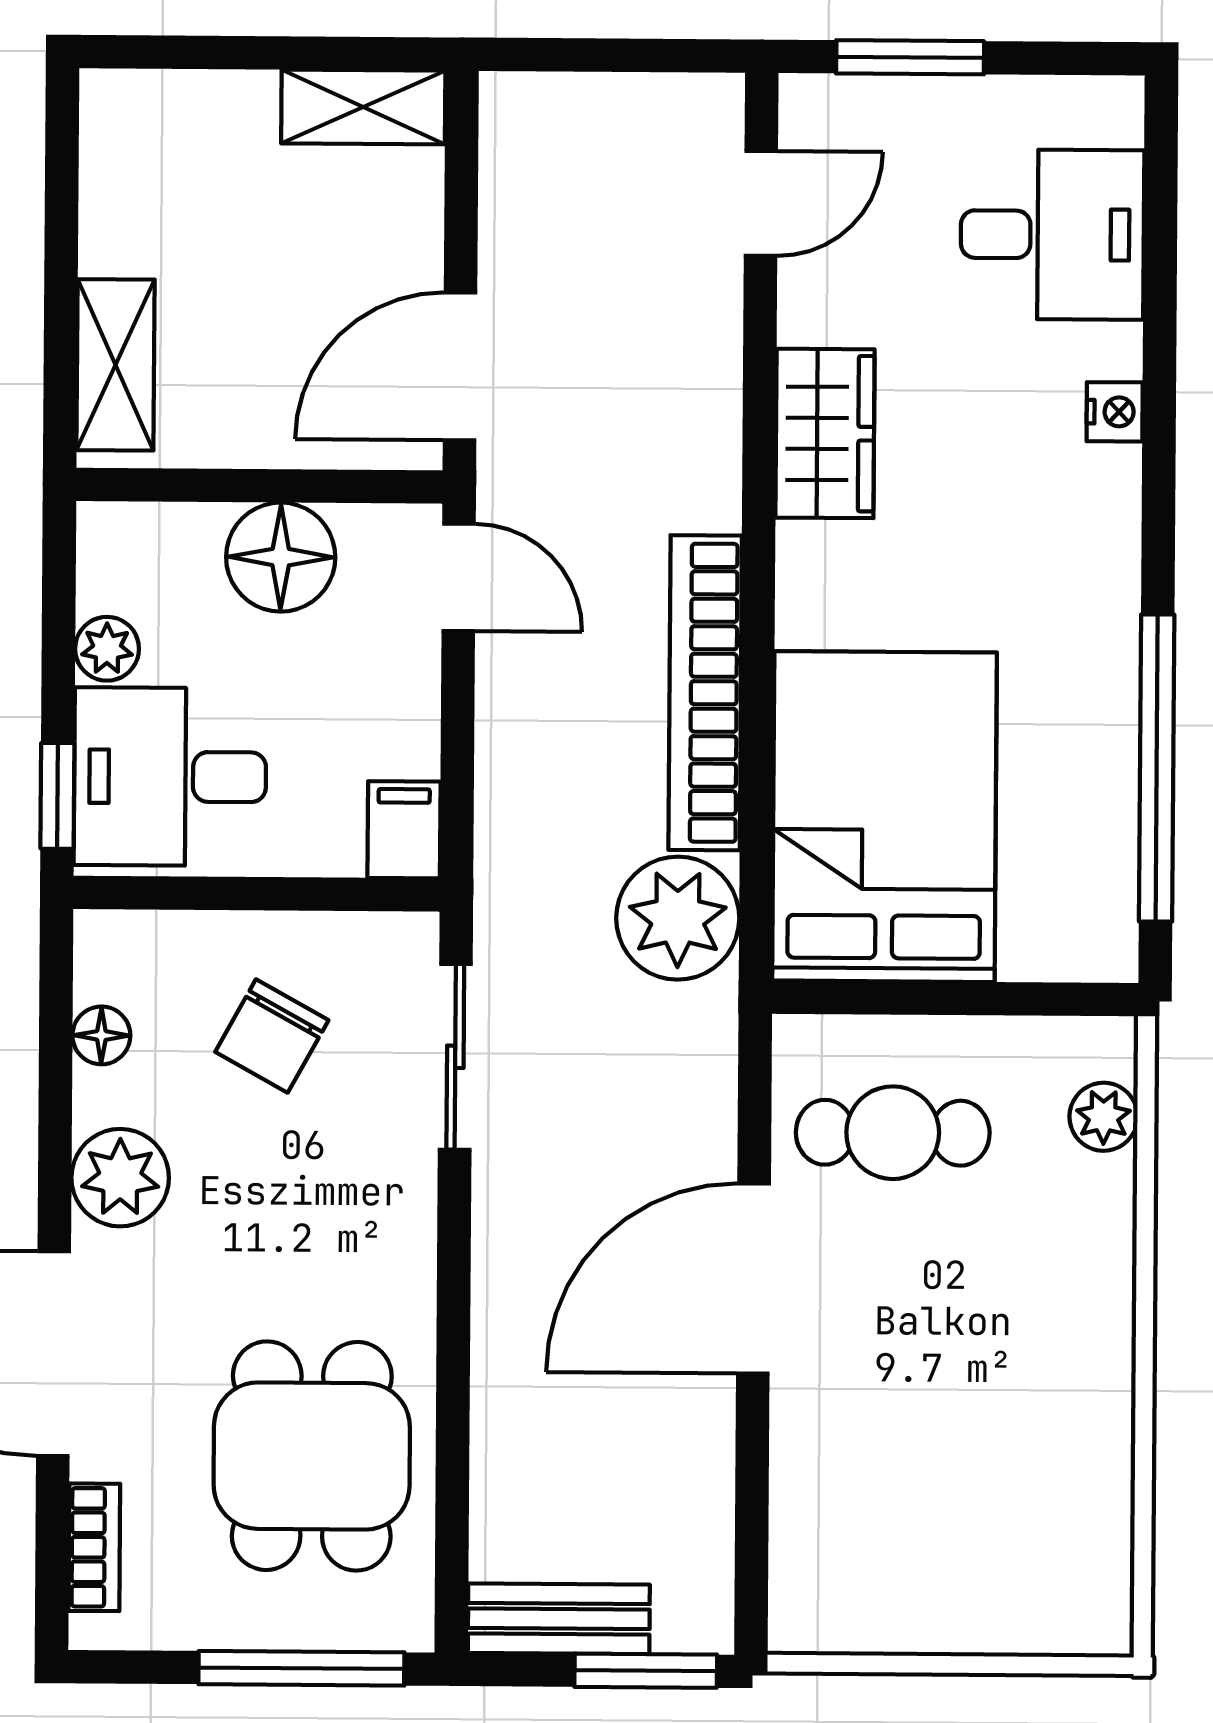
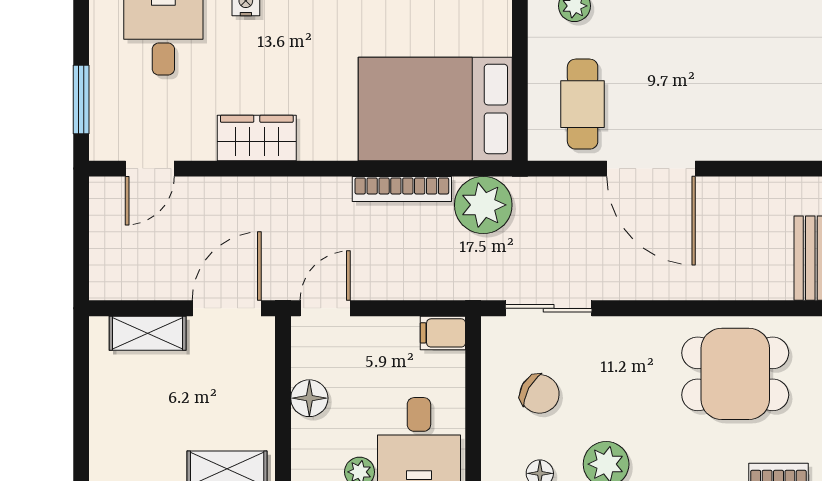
shelving: (363, 107) -> (148, 333), moved, turned 90
door: (761, 203) -> (150, 169), swing flipped
door: (460, 366) -> (227, 308), swing flipped
floor lamp: (281, 557) -> (309, 398), width x0.73, depth x0.73
bookcase: (705, 693) -> (402, 189), width x0.68, depth x0.76

